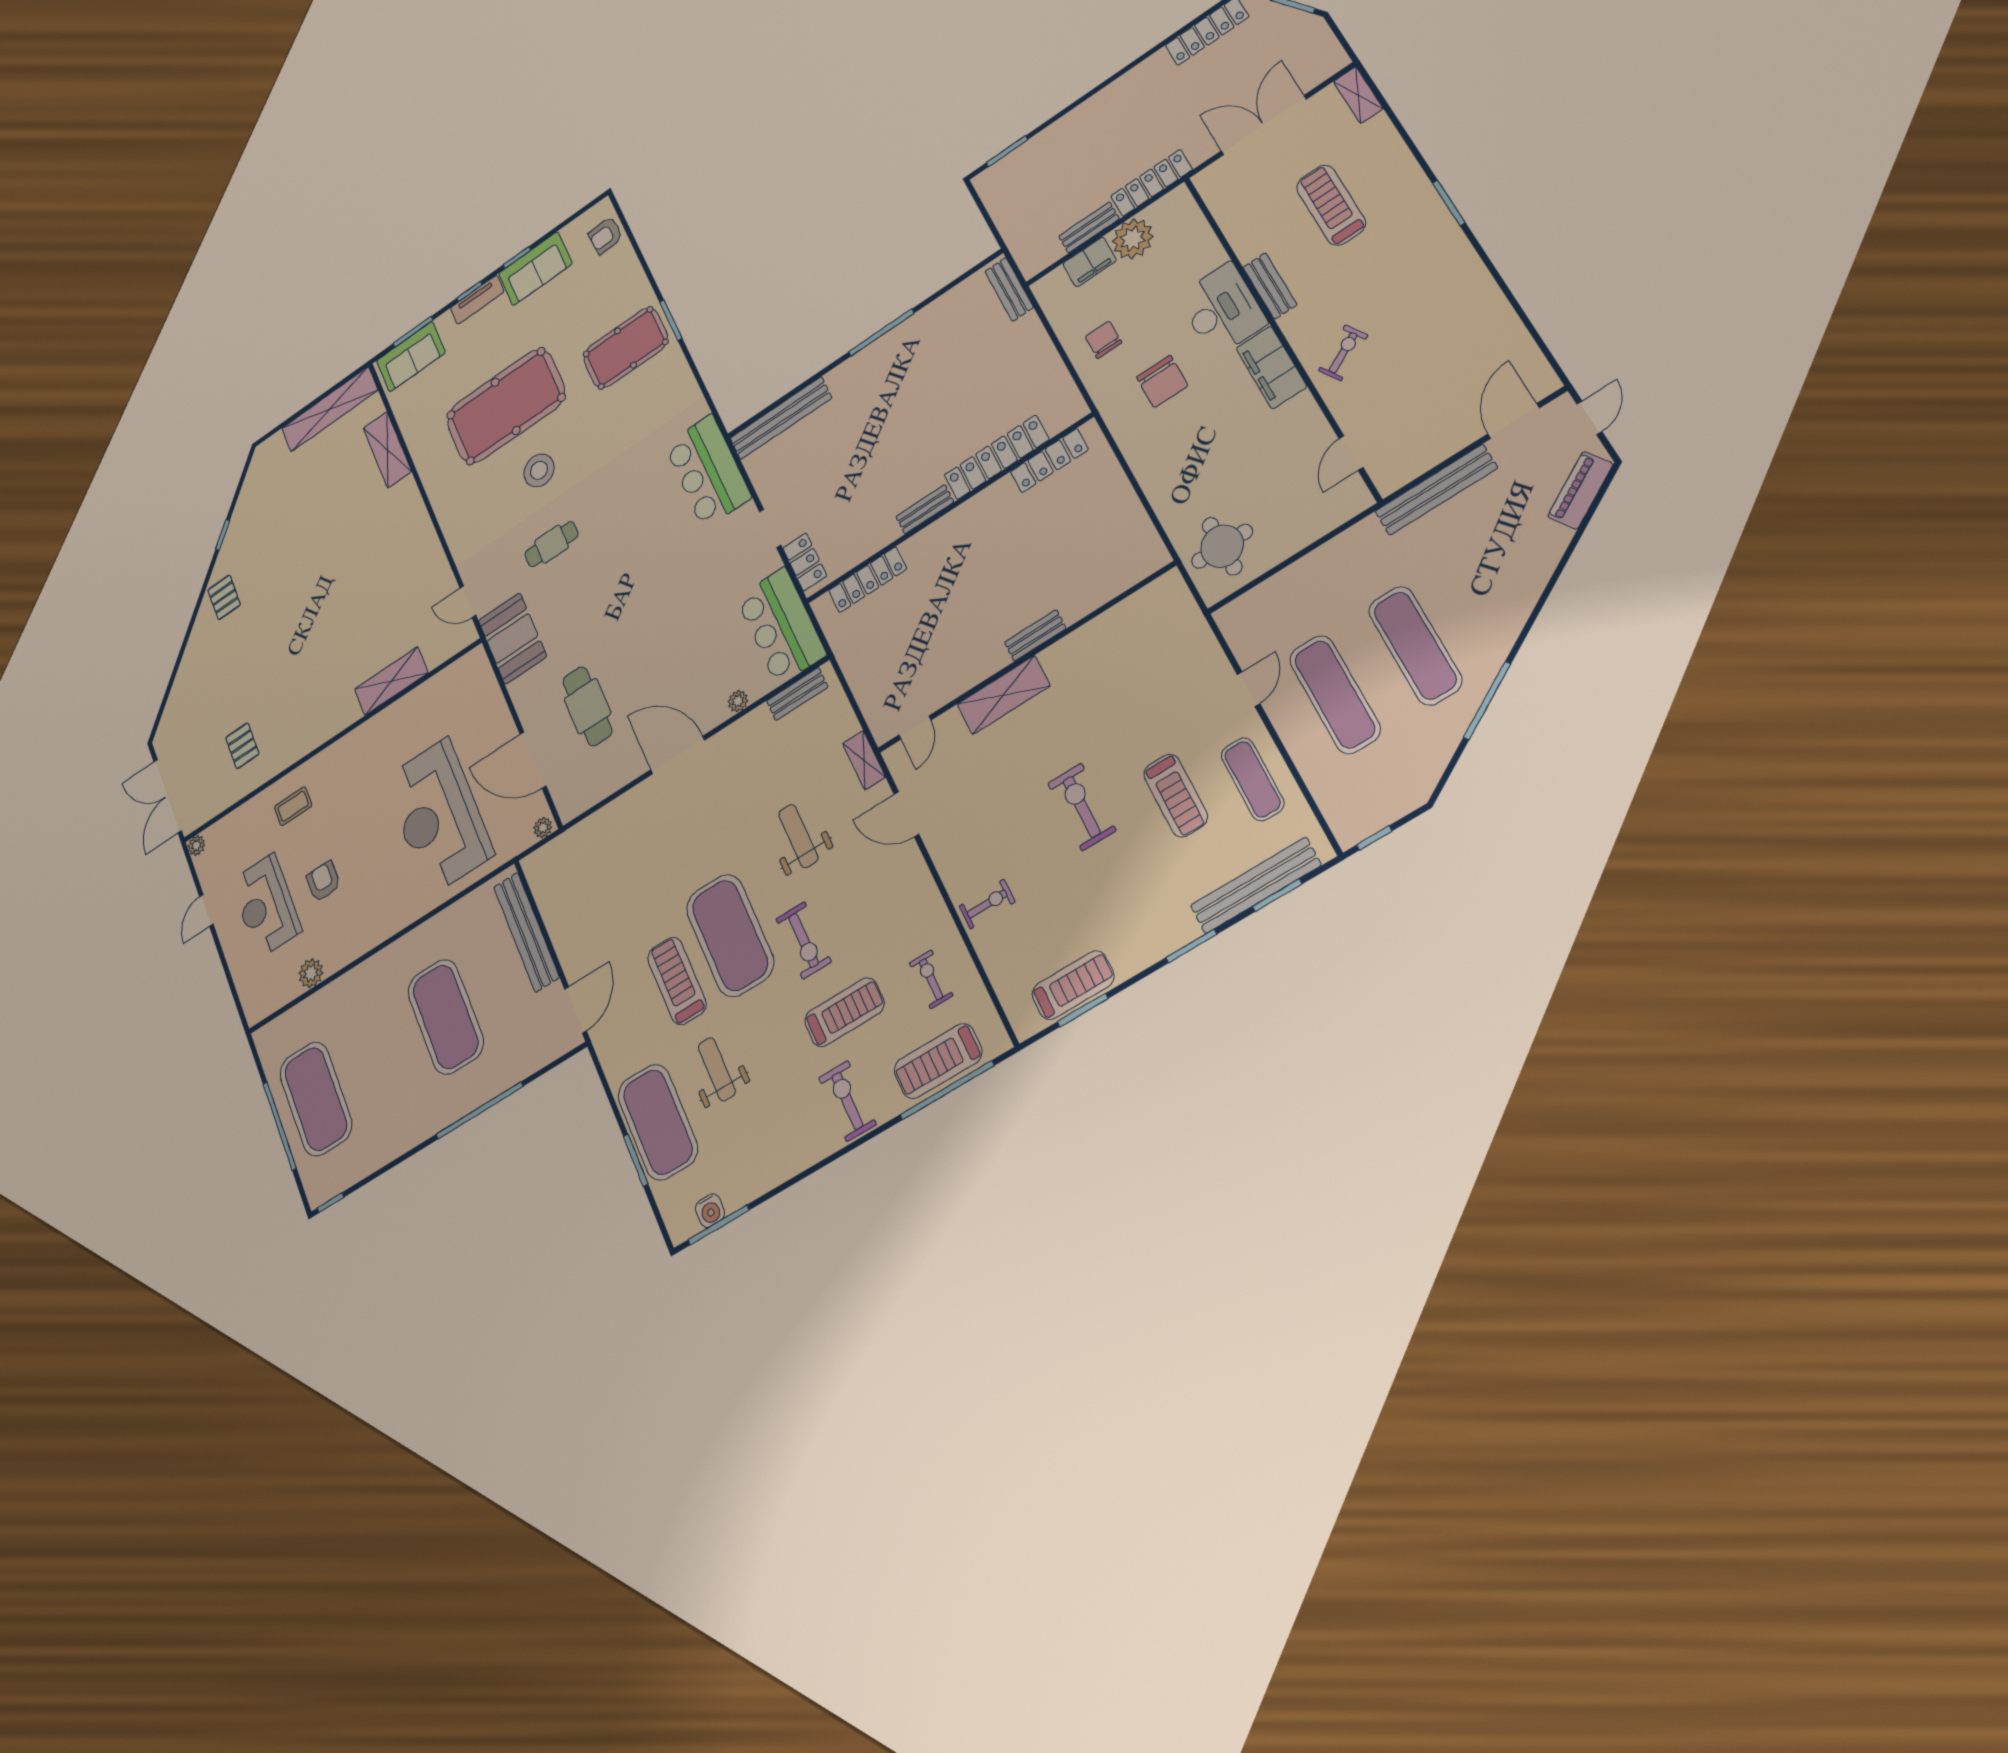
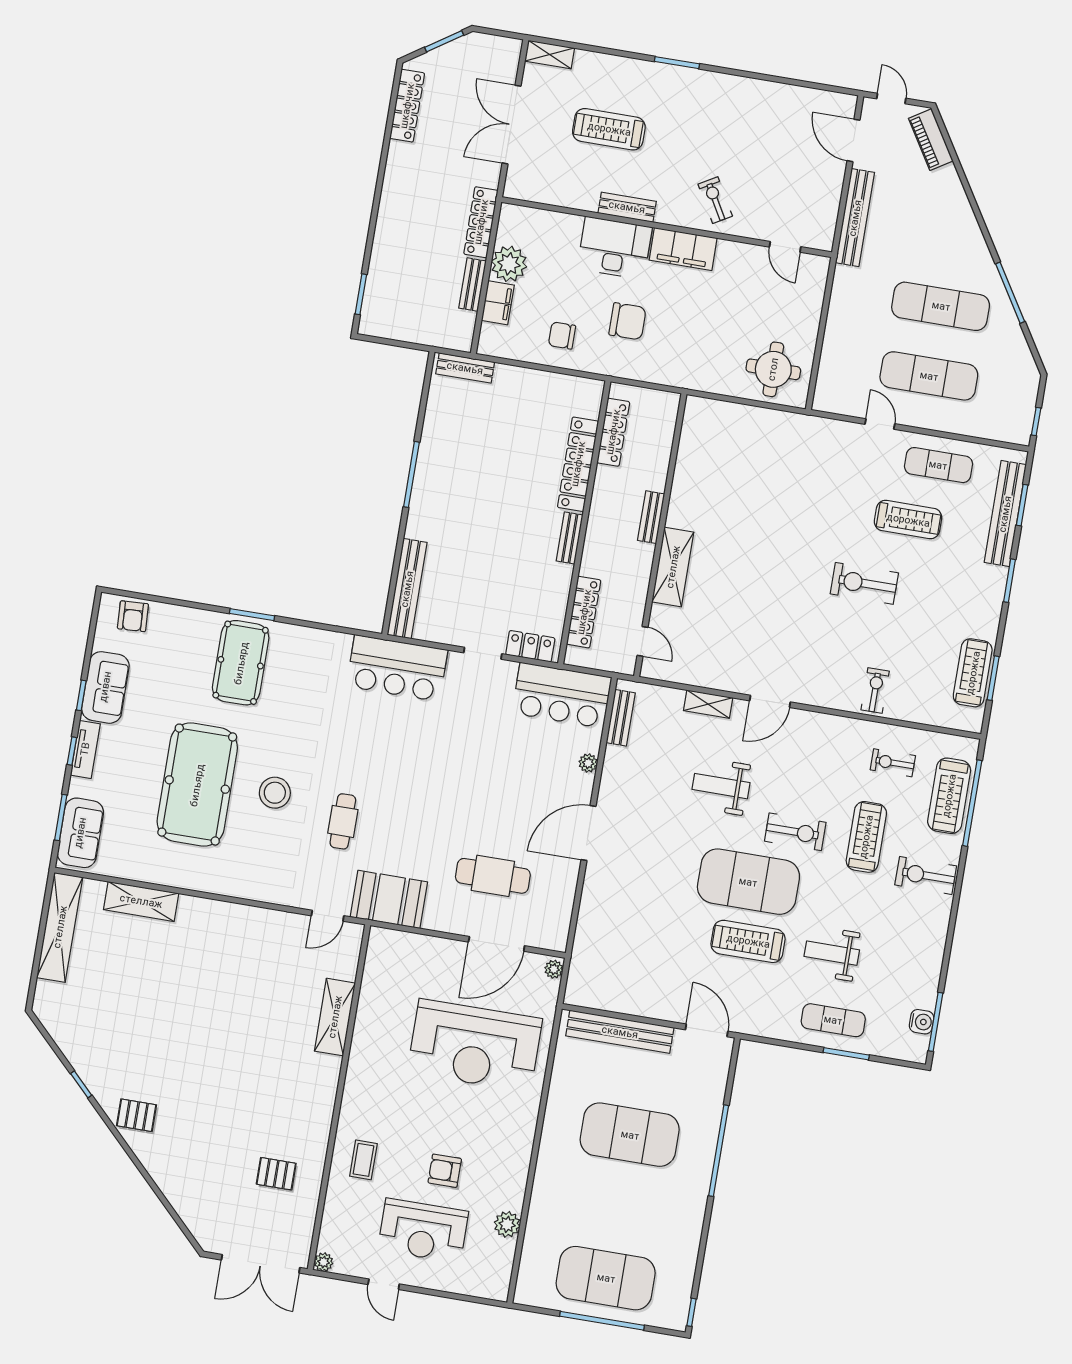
bench: (1035, 635) -> (651, 517), moved
wall: (1025, 658) -> (660, 535), moved
shelving: (1004, 695) -> (673, 567), moved
door: (915, 728) -> (643, 641), moved
exercise mat: (658, 1122) -> (833, 1020), width x0.50, depth x0.69

